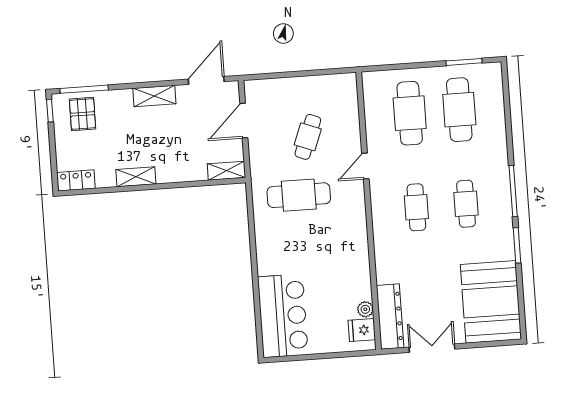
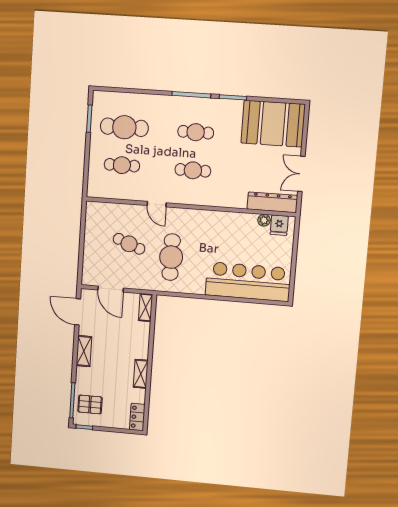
cafe table: (410, 113) -> (122, 165), width x0.73, depth x0.74
bar counter: (283, 316) -> (248, 282), width x1.36

